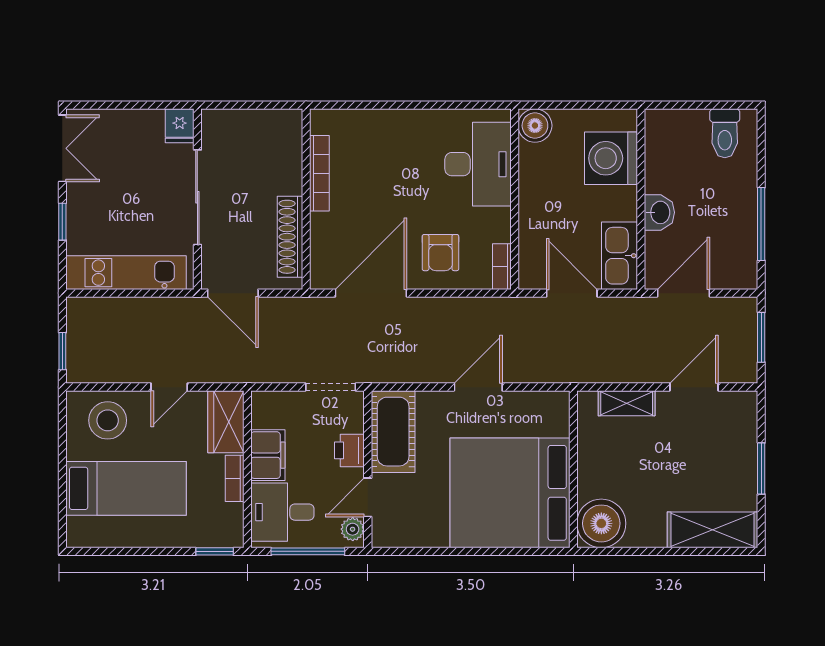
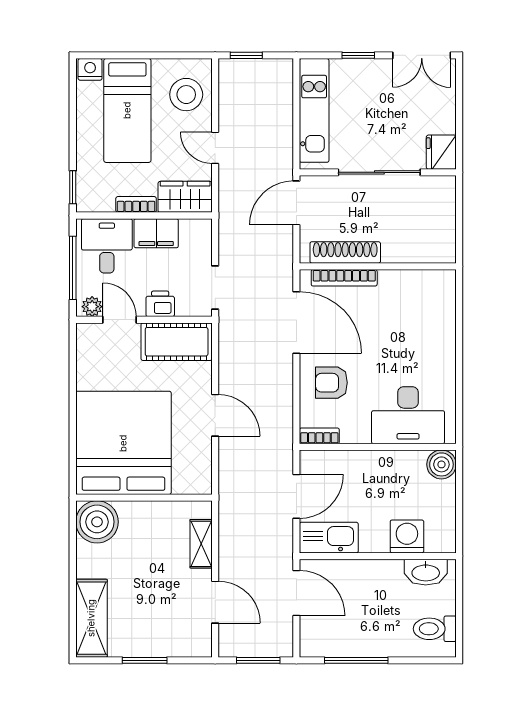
fridge: (180, 126) -> (441, 152), width x1.38
washing machine: (611, 158) -> (407, 536), width x0.73, depth x0.73
bookcase: (319, 173) -> (344, 278), moved
washbasin: (659, 212) -> (426, 572), moved, width x1.38
nightstand: (79, 531) -> (90, 69), added

